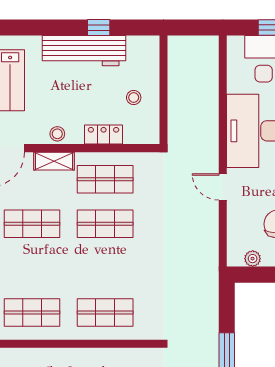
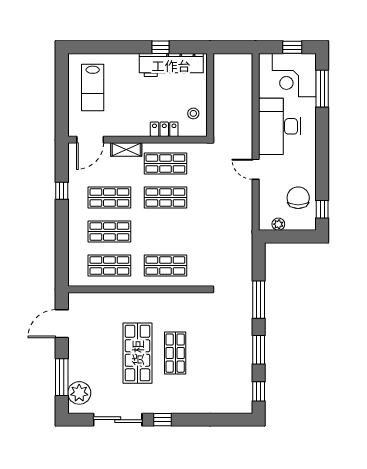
workbench: (84, 51) -> (171, 65), moved
stool: (134, 98) -> (193, 113), moved
stool: (57, 134) -> (129, 129), removed
shop shelf: (32, 268) -> (109, 232), added

